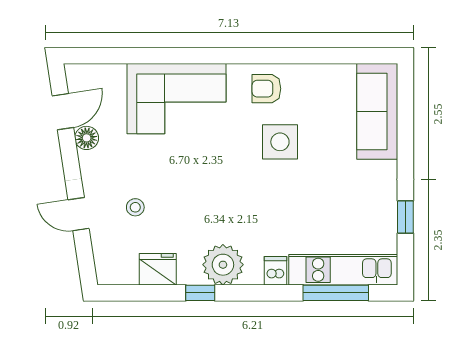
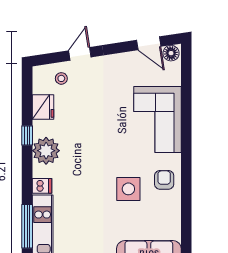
floor lamp: (87, 138) -> (171, 53), moved
stool: (135, 207) -> (61, 78), moved

